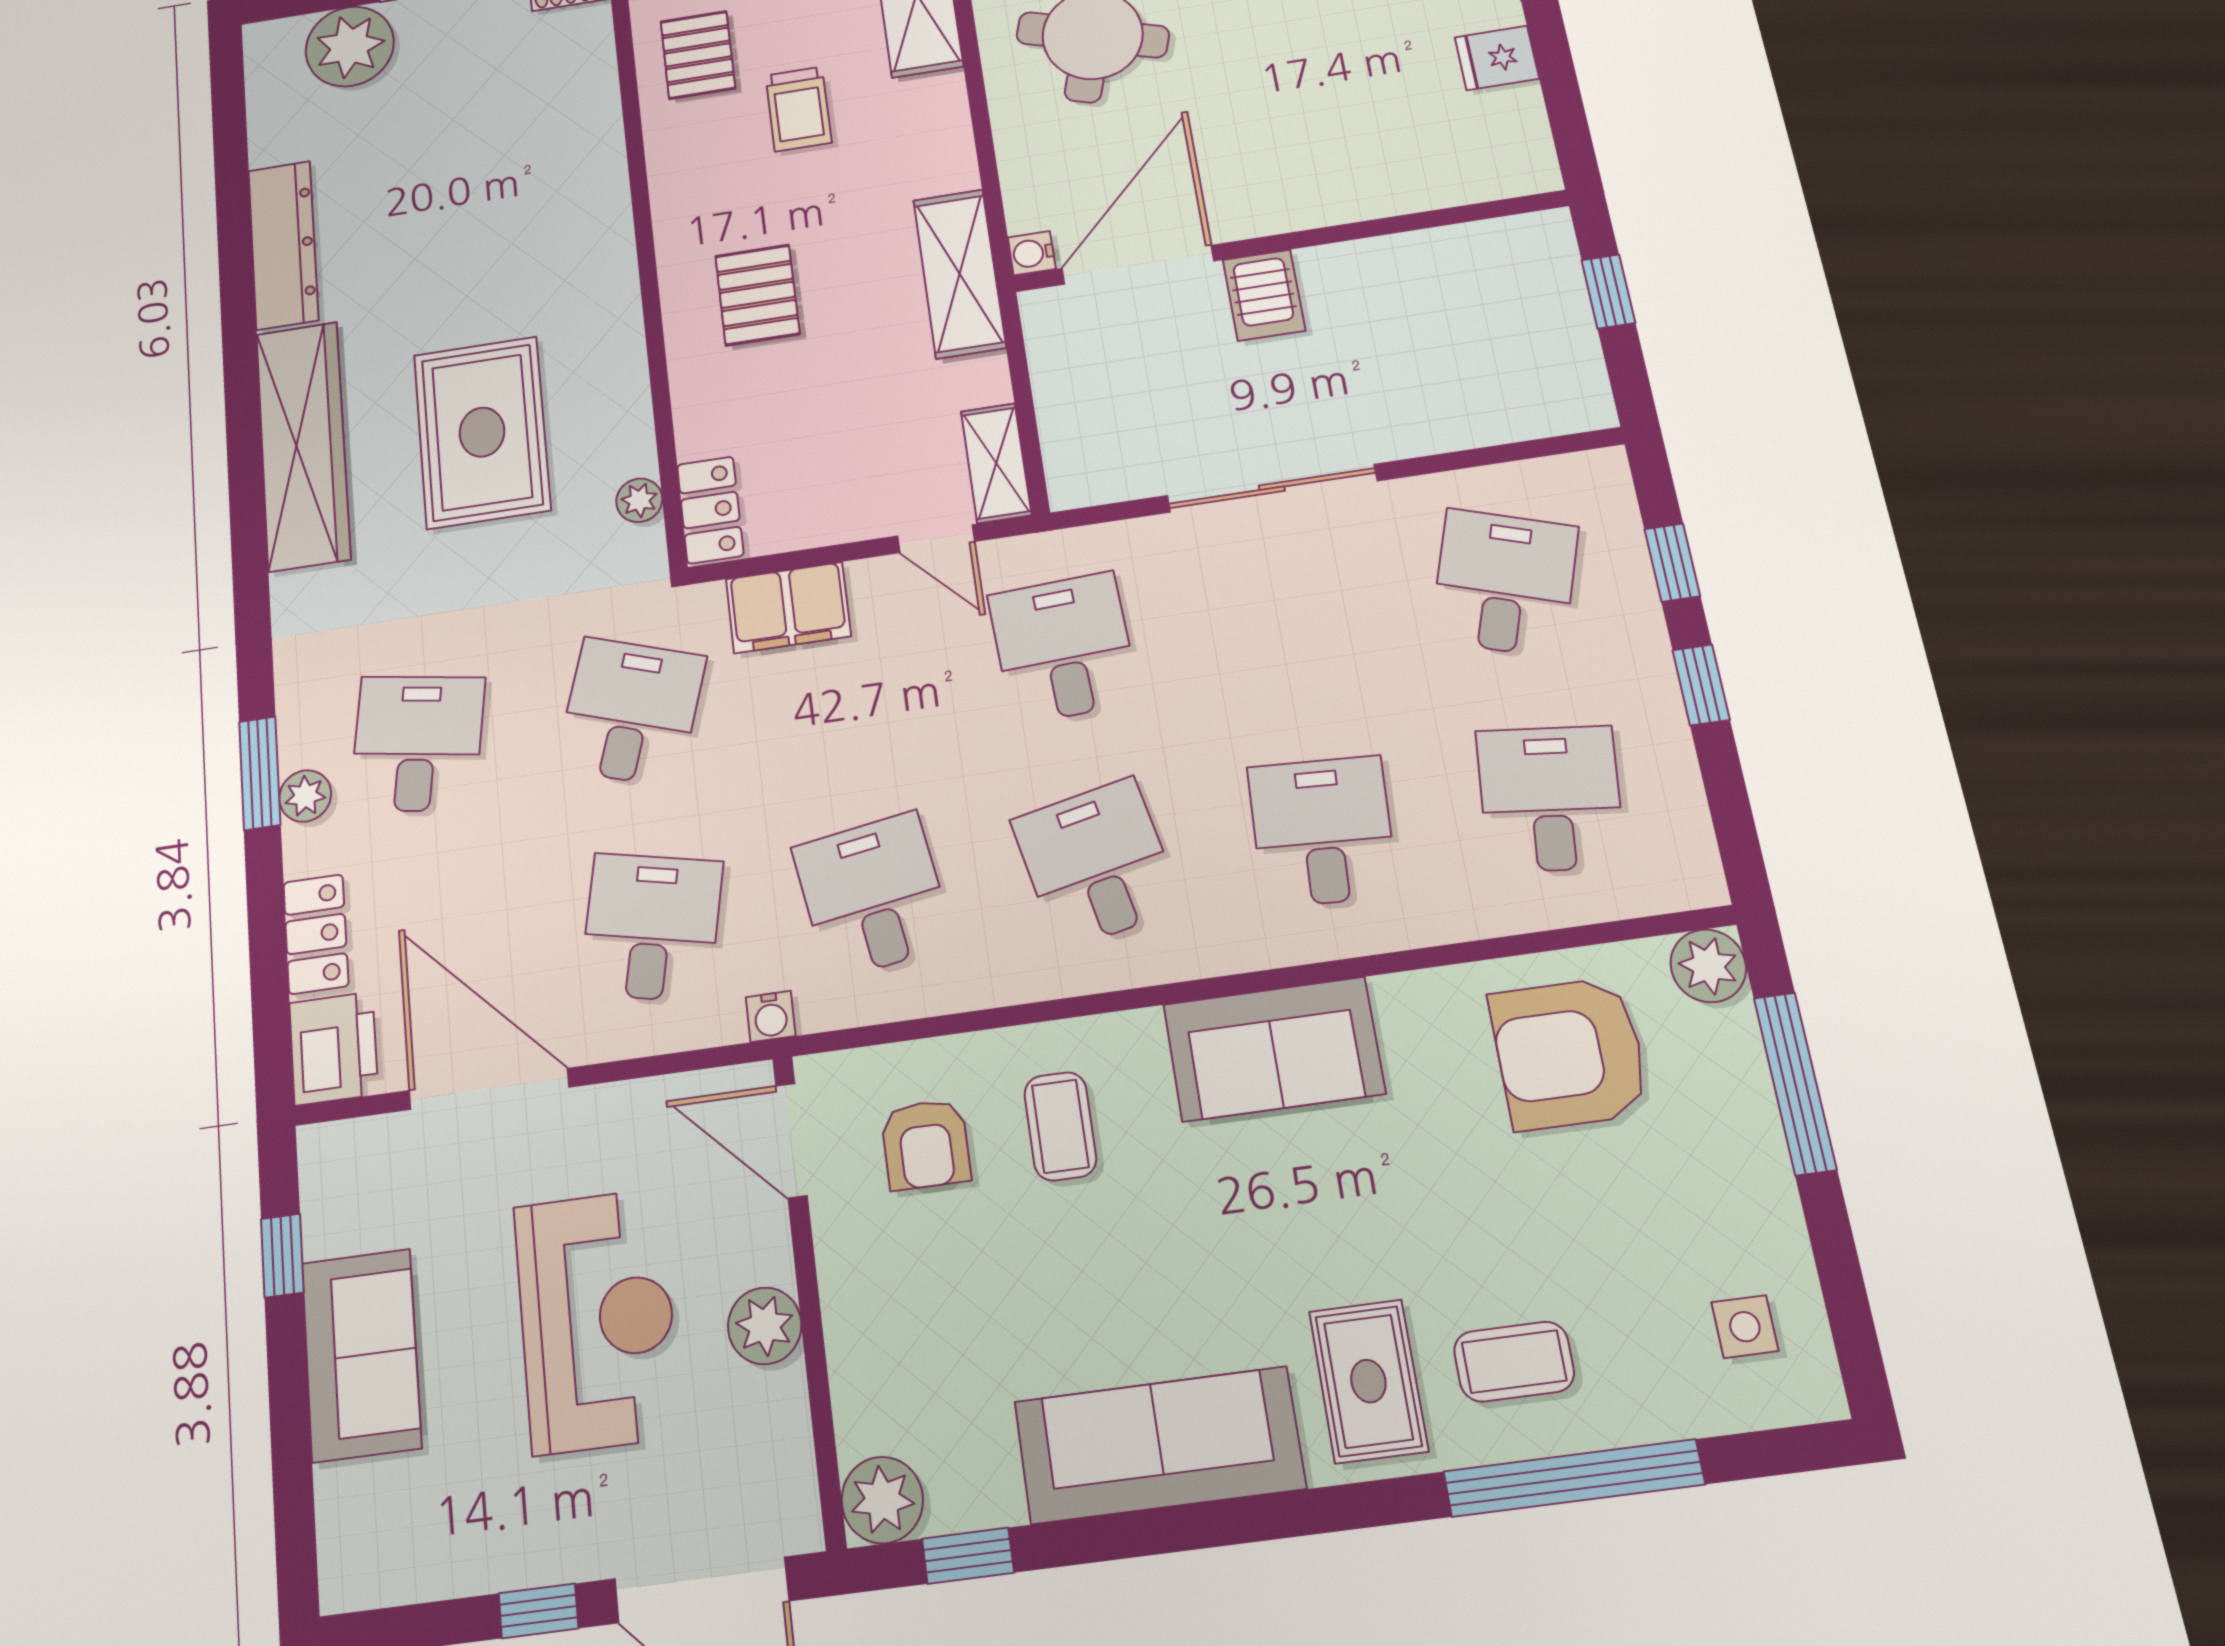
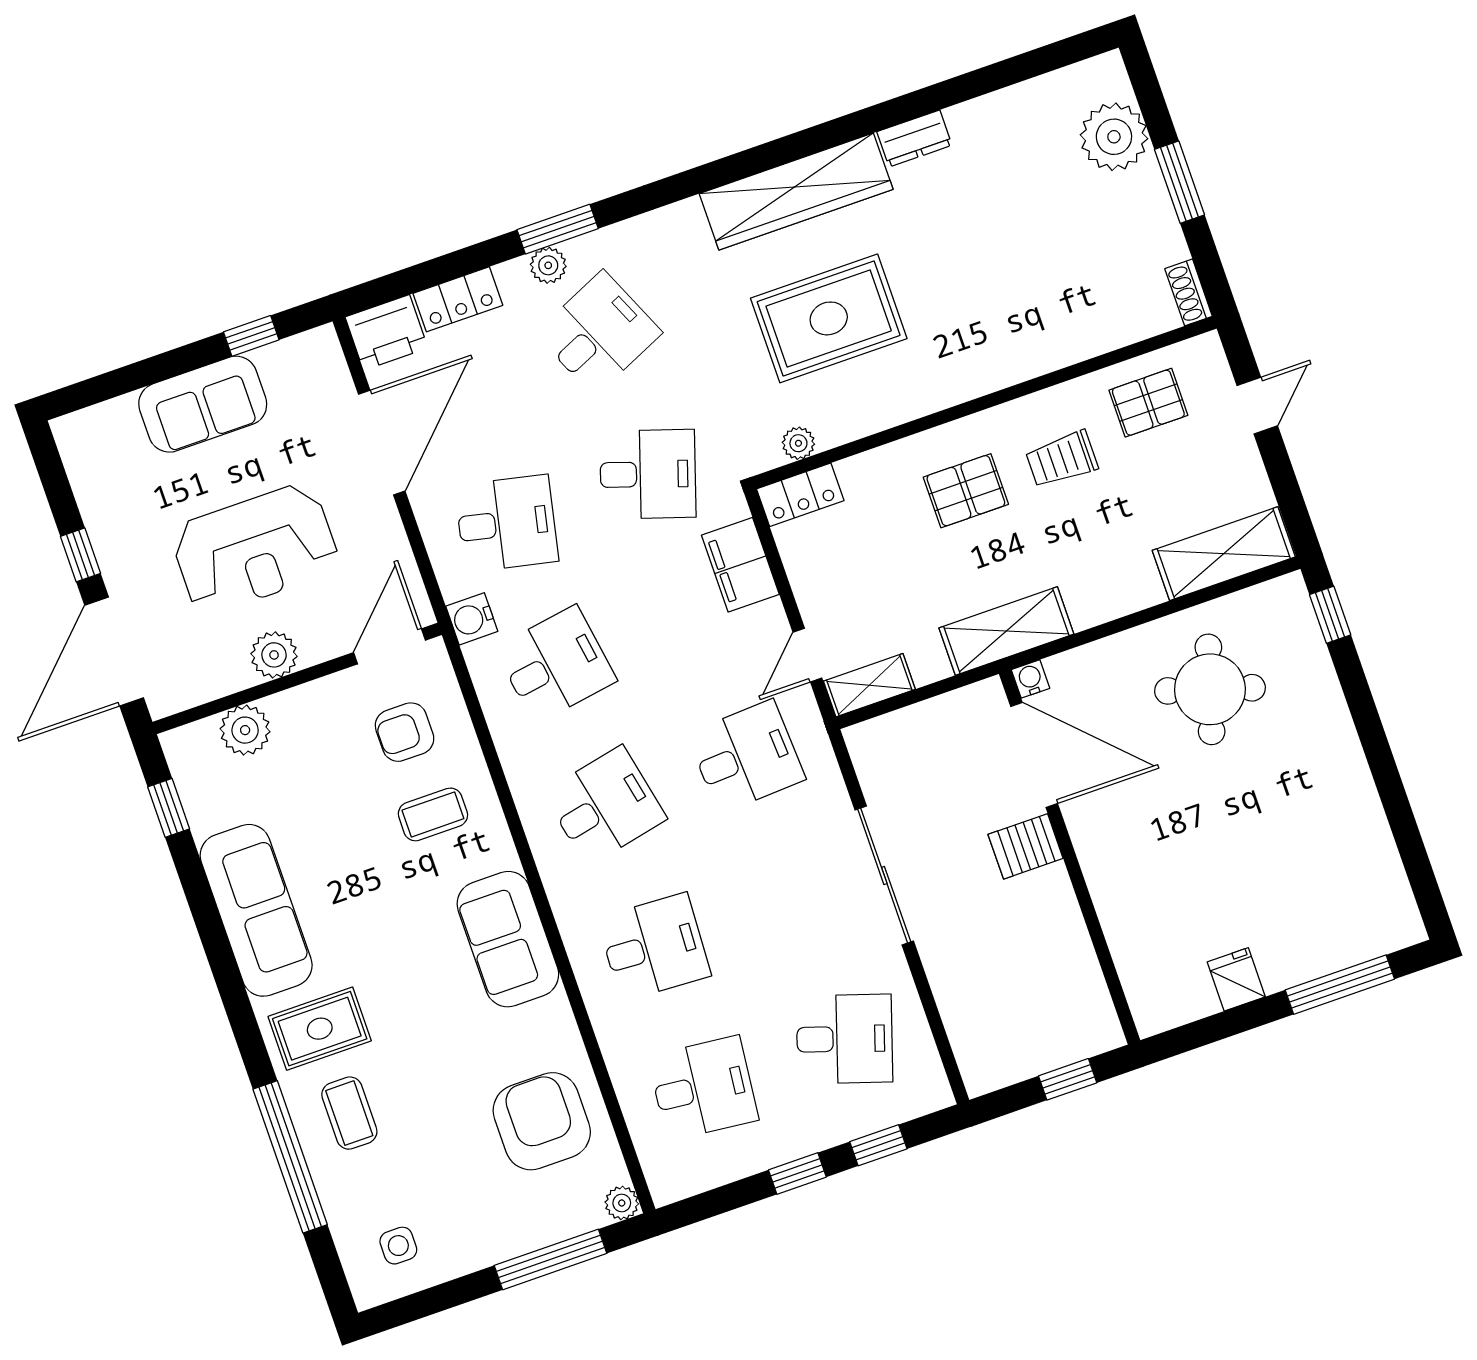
trolley: (798, 109) -> (1062, 459), moved
dresser: (283, 245) -> (914, 138), width x0.51, depth x0.80
desk: (417, 743) -> (599, 333), turned -33
plant: (1708, 966) -> (622, 1203), width x0.73, depth x0.73
water cooler: (771, 1016) -> (472, 619), width x1.38, depth x1.38
plant: (882, 1500) -> (245, 730), moved

